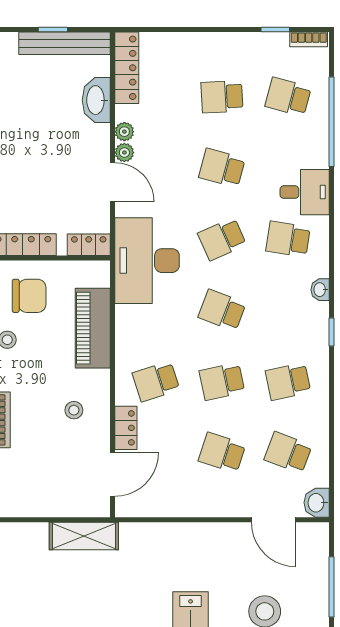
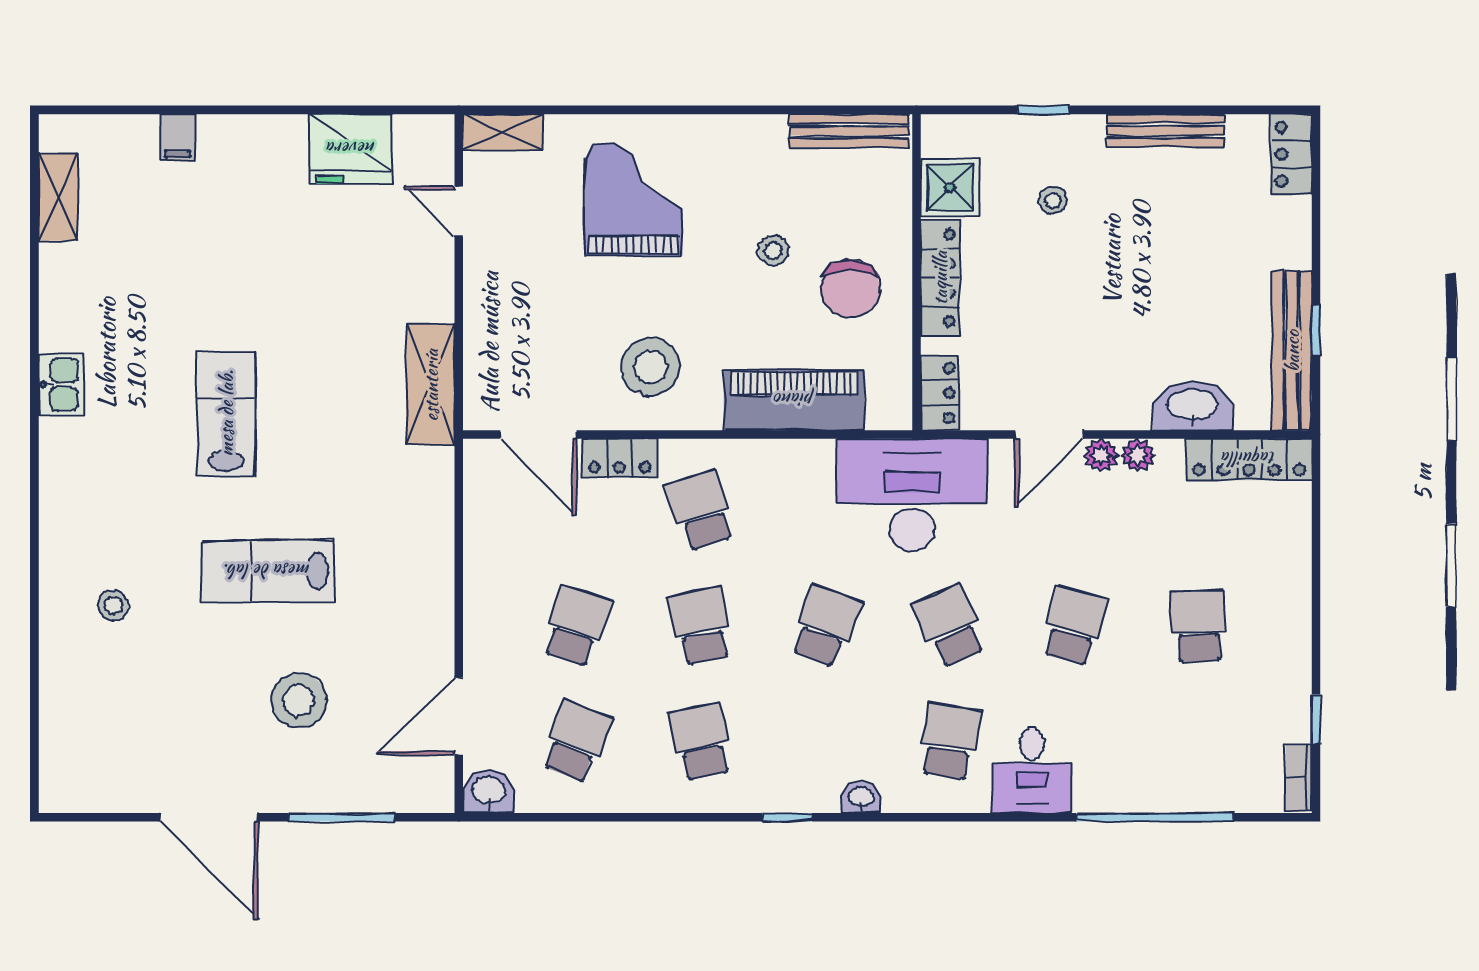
school desk: (288, 97) -> (1198, 741), removed
stool: (74, 410) -> (651, 367), width x1.89, depth x1.89

